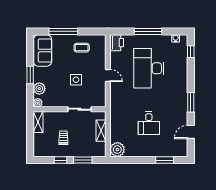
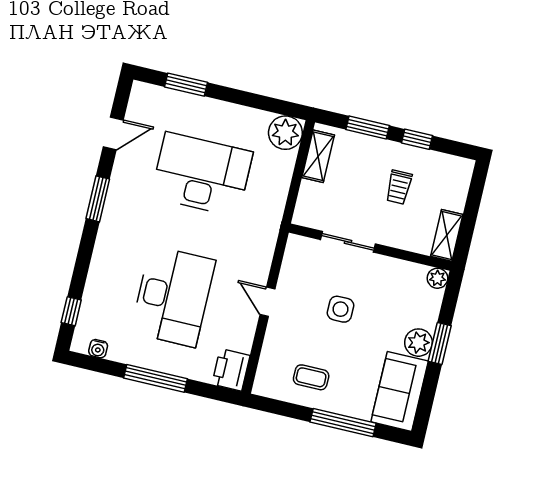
plant: (39, 89) -> (418, 343), moved
desk: (149, 123) -> (202, 174), width x1.87, depth x1.30
shelving: (101, 131) -> (318, 156), moved

